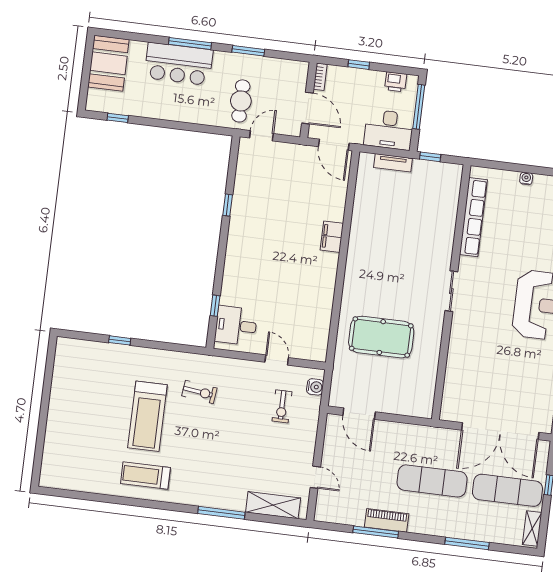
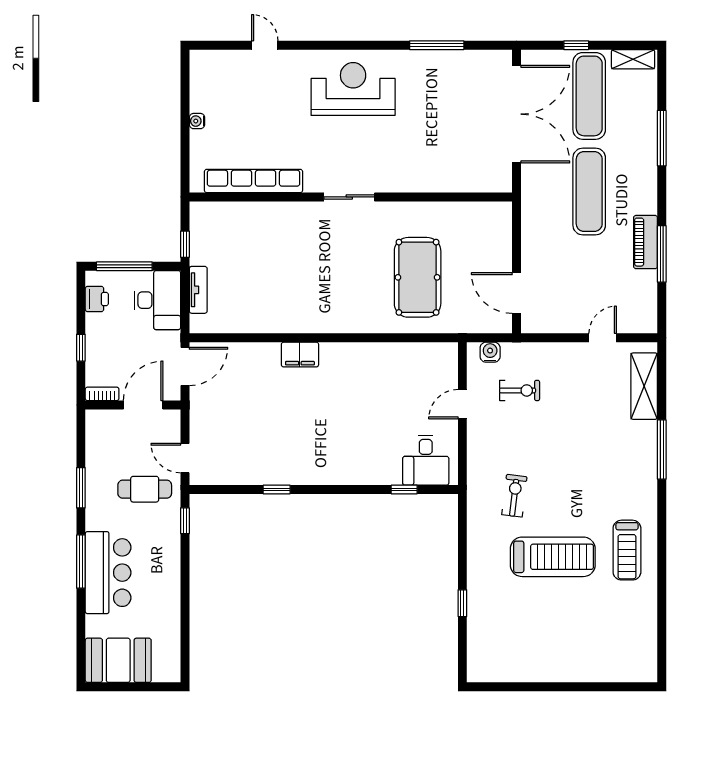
window: (118, 118) -> (185, 521), moved
door: (359, 414) -> (517, 293), swing flipped

